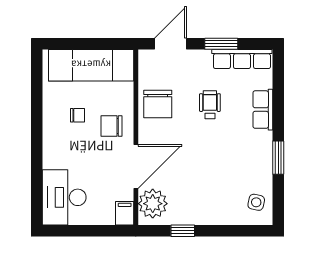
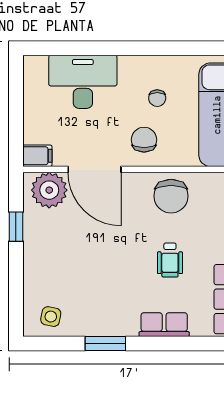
chair: (158, 104) -> (171, 196), turned -90
wheelchair: (210, 105) -> (170, 260), turned 90
desk: (64, 197) -> (83, 82), moved

